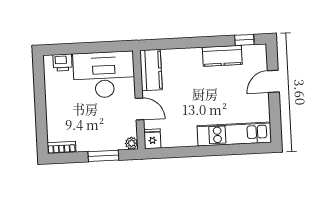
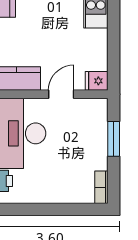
plant: (132, 143) -> (101, 105), removed

